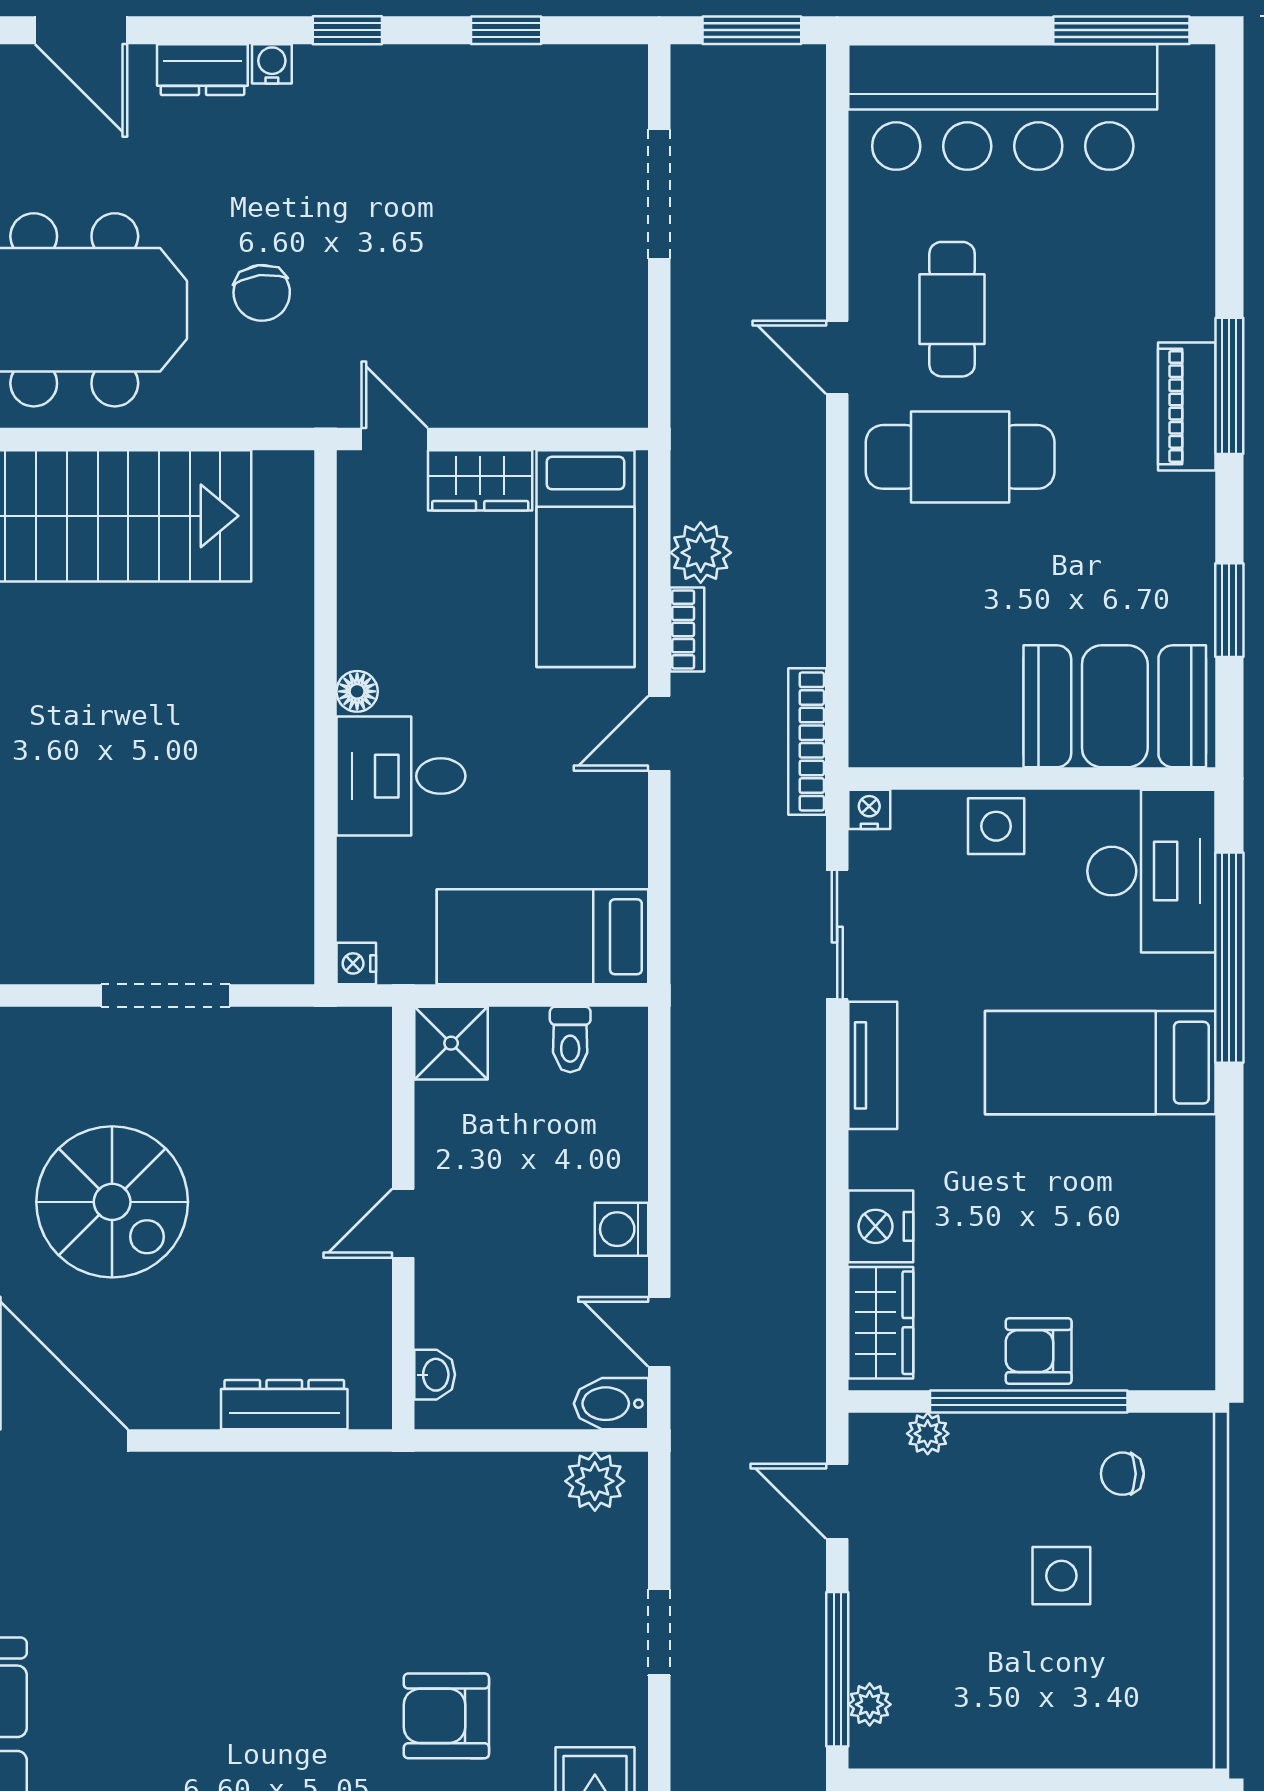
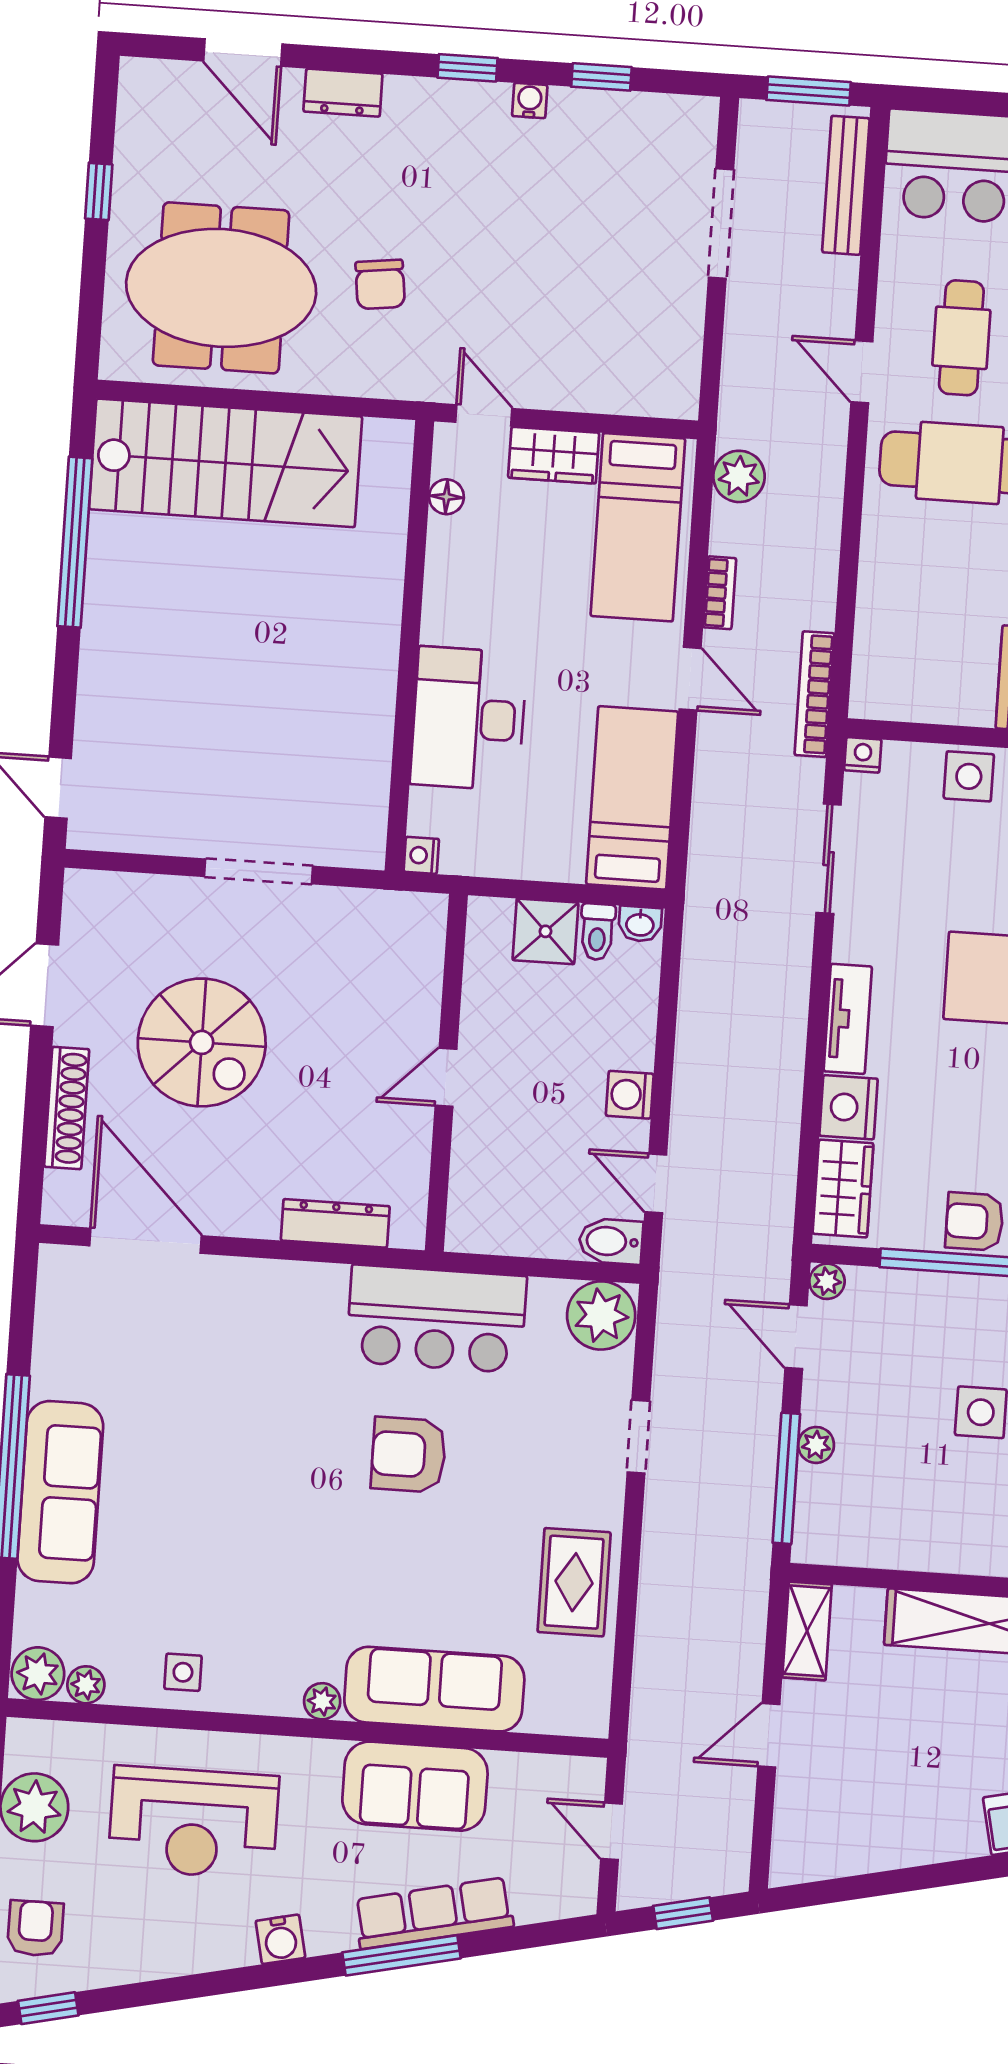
water cooler: (272, 64) -> (530, 101), moved
bench: (803, 138) -> (846, 185), added
plant: (701, 553) -> (739, 476), moved
floor lamp: (357, 691) -> (446, 497), moved
door: (659, 733) -> (690, 679), swing flipped
desk: (401, 776) -> (468, 719), width x1.37
bed: (542, 937) -> (632, 798), moved, turned 90
shower: (451, 1043) -> (545, 931), moved
tv unit: (873, 1065) -> (848, 1019), moved
washbasin: (435, 1375) -> (640, 924), moved, turned 90
plant: (928, 1434) -> (827, 1281), moved
plant: (595, 1481) -> (601, 1315), width x1.36, depth x1.36
bar counter: (411, 1509) -> (436, 1319), added
plant: (870, 1704) -> (816, 1445), moved
armchair: (446, 1716) -> (409, 1455), moved

